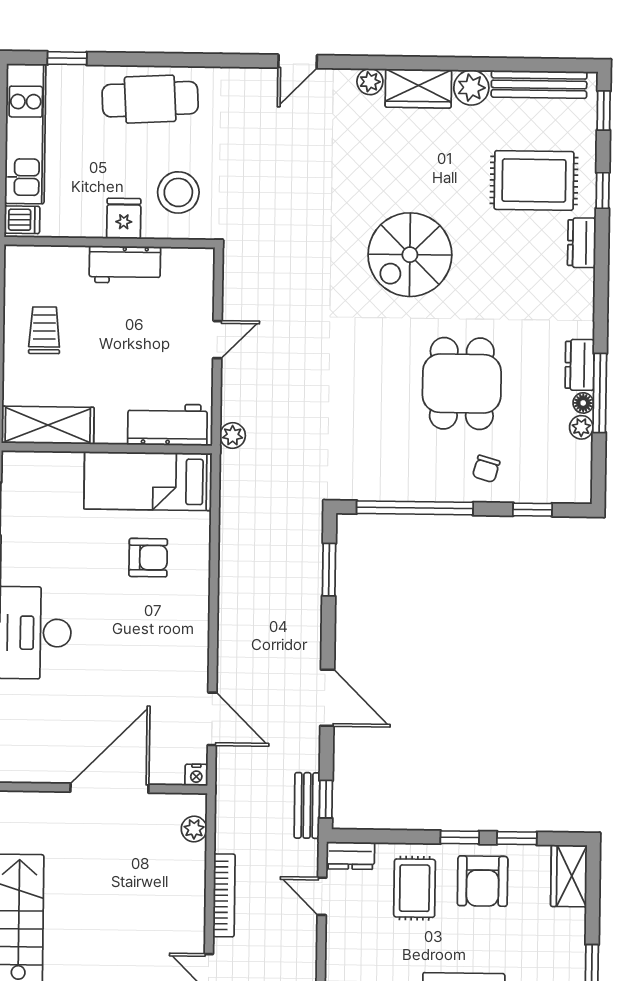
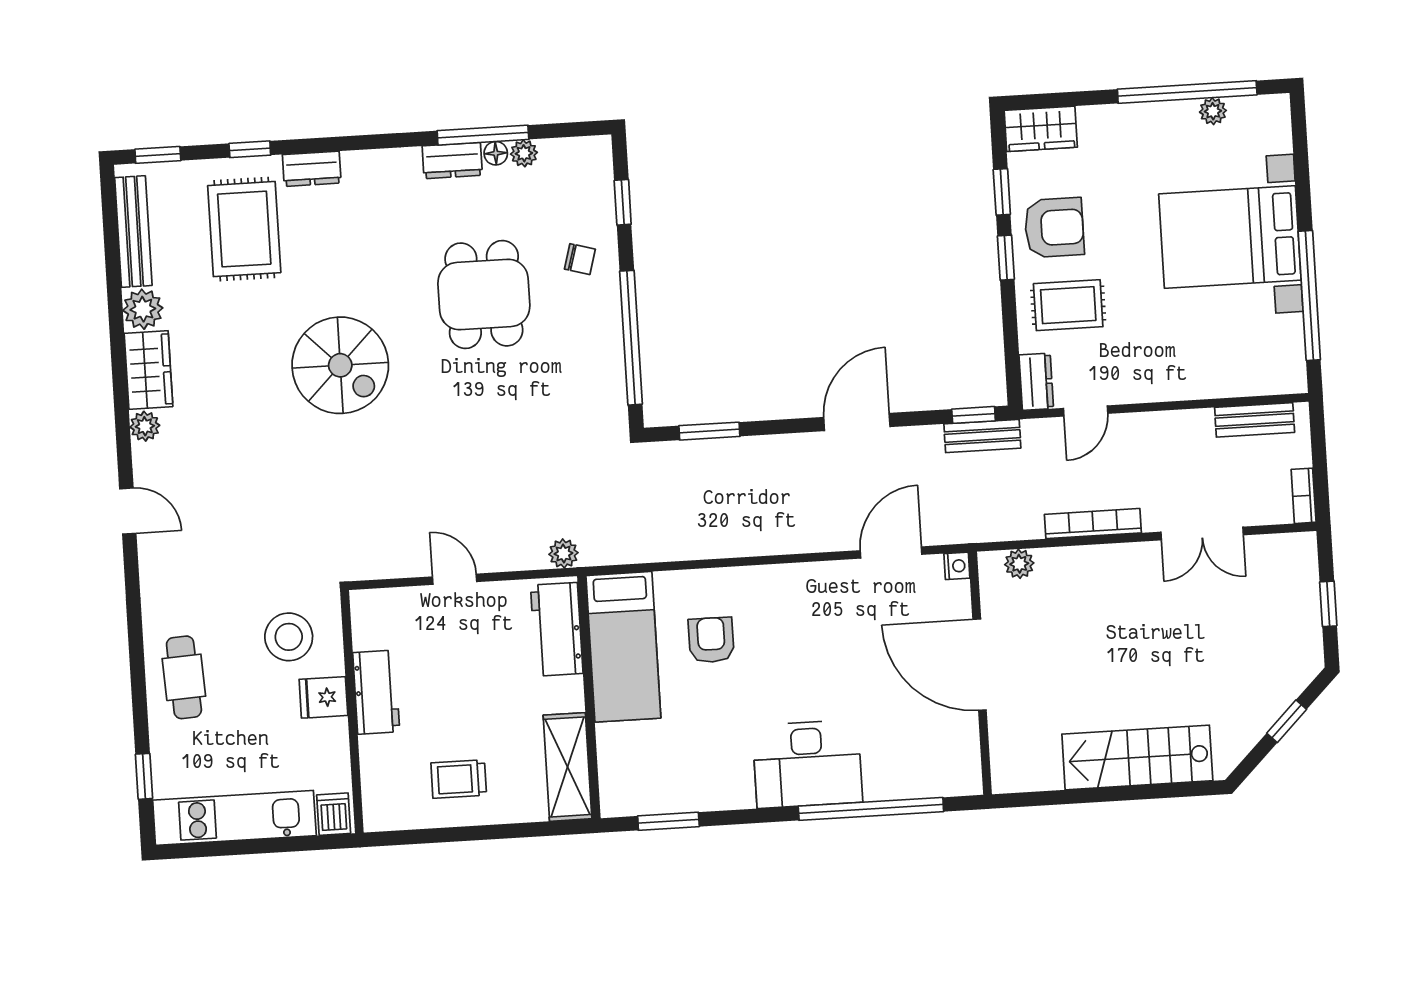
cafe table: (150, 99) -> (184, 677), width x0.73, depth x0.74
dining table: (462, 383) -> (484, 294), turned 90

